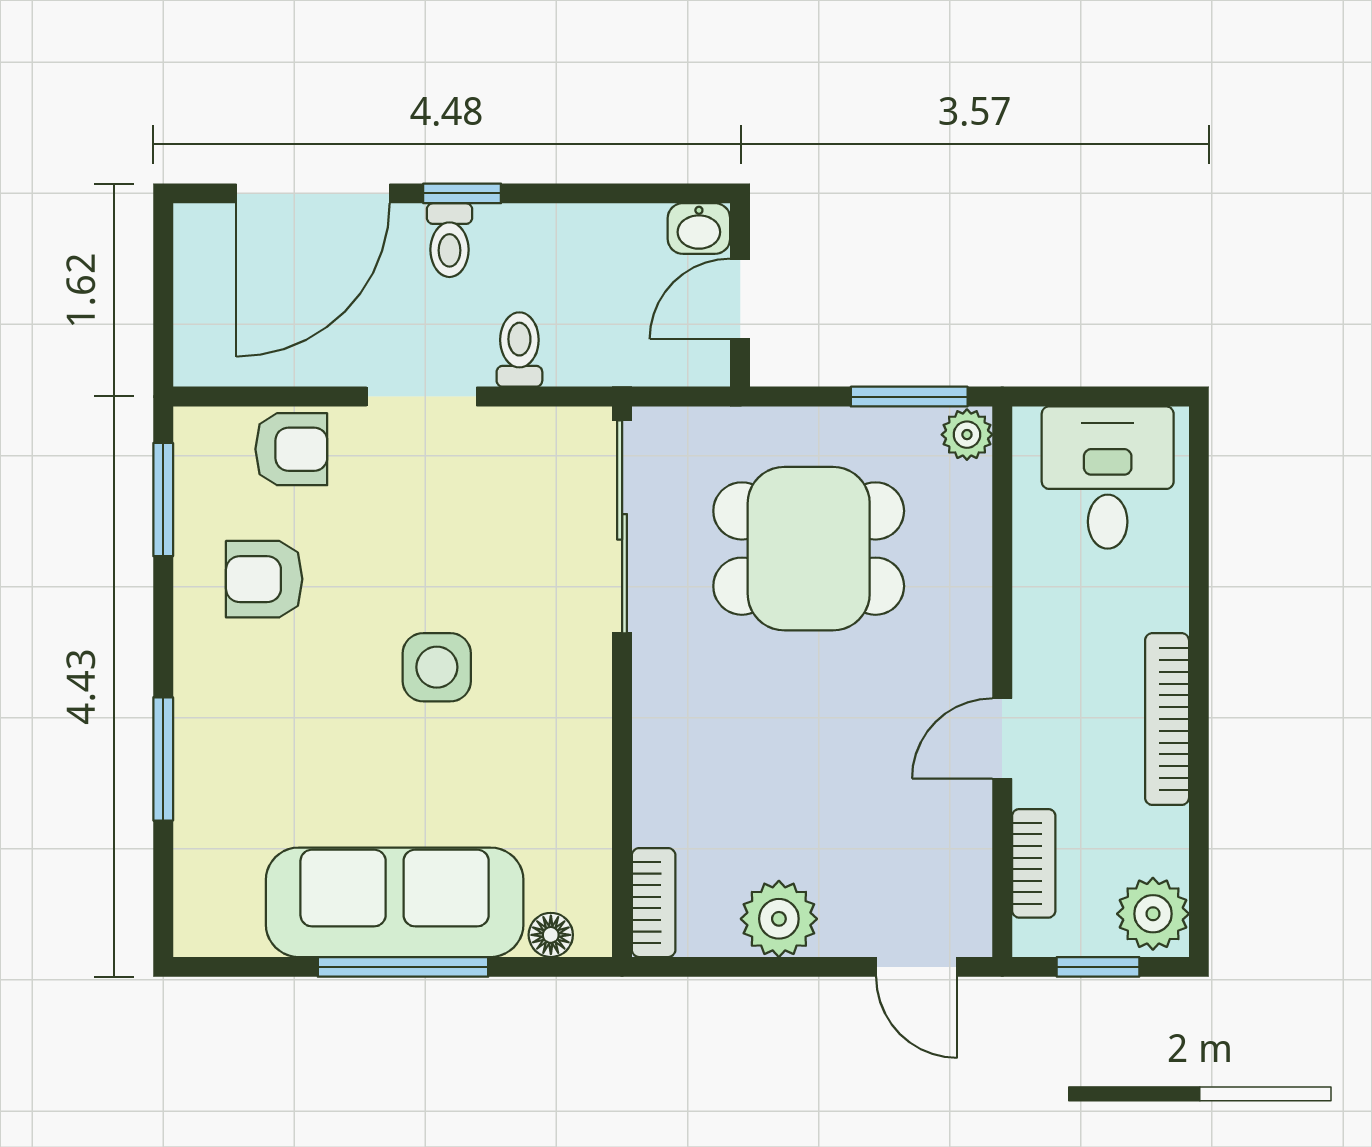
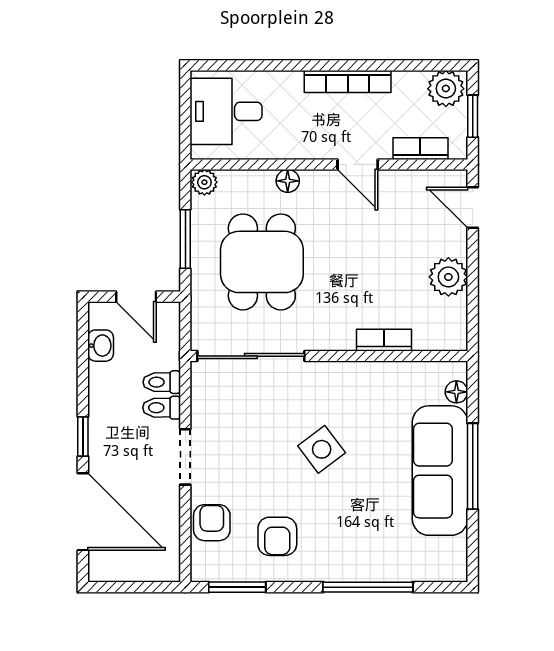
washbasin: (699, 228) -> (101, 346), moved
toilet: (449, 240) -> (162, 382), moved, turned 180
window: (909, 397) -> (185, 239), moved
floor lamp: (970, 600) -> (288, 181), added
side table: (437, 667) -> (322, 449), turned -37
window: (163, 759) -> (368, 587), width x1.44
bookcase: (654, 903) -> (384, 340), moved
door: (917, 967) -> (473, 208), swing flipped

